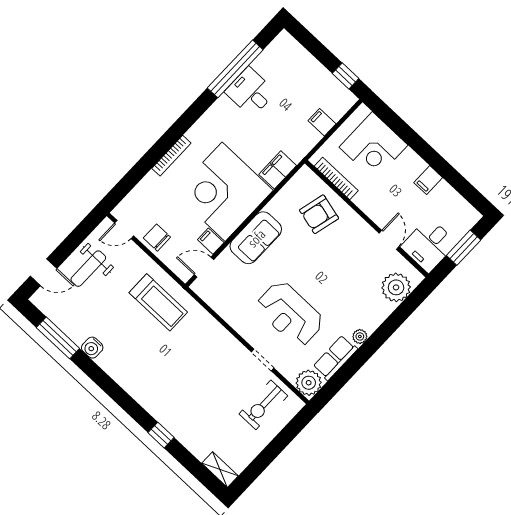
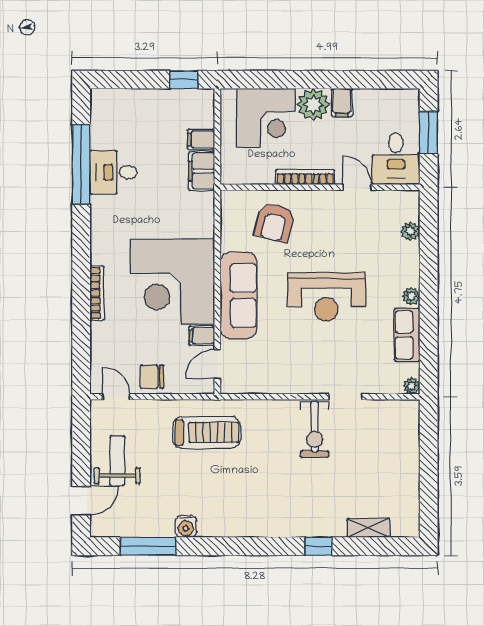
plant: (410, 165) -> (313, 105), added
filing cabinet: (278, 170) -> (202, 171), moved
bookcase: (336, 178) -> (305, 177), moved
door: (124, 229) -> (116, 397), swing flipped
sofa: (256, 238) -> (238, 295), width x1.36
weight bench: (88, 269) -> (117, 461), turned 180
plant: (396, 287) -> (410, 231), width x0.53, depth x0.53
reception desk: (290, 314) -> (326, 297), moved
plant: (309, 383) -> (412, 386), width x0.53, depth x0.53
exercise bike: (263, 405) -> (315, 429), moved
shelving: (220, 470) -> (368, 528), moved

